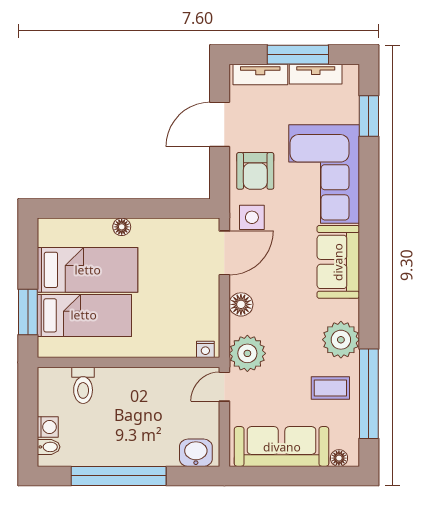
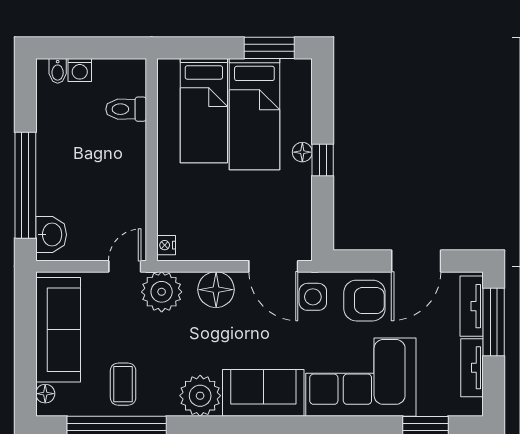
window: (298, 55) -> (494, 322), moved
door: (220, 124) -> (416, 261), swing flipped
armchair: (255, 171) -> (364, 301), turned 180
window: (129, 209) -> (323, 160), added
floor lamp: (241, 304) -> (216, 290), width x1.38, depth x1.38
window: (28, 312) -> (269, 48), moved
plant: (341, 340) -> (200, 396), moved
door: (224, 387) -> (125, 266), hinge flipped
window: (119, 476) -> (25, 185), moved

